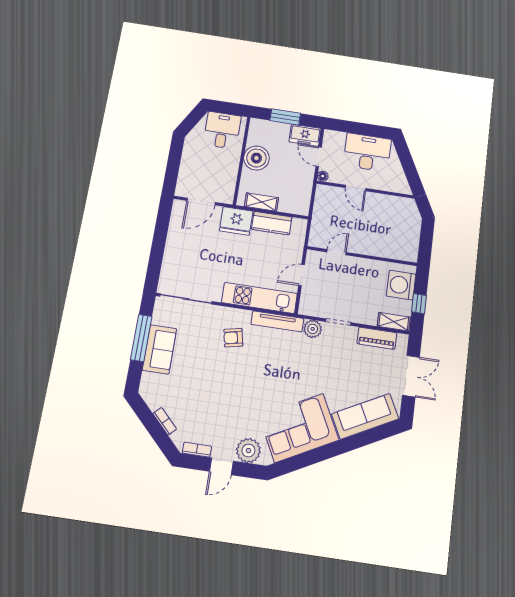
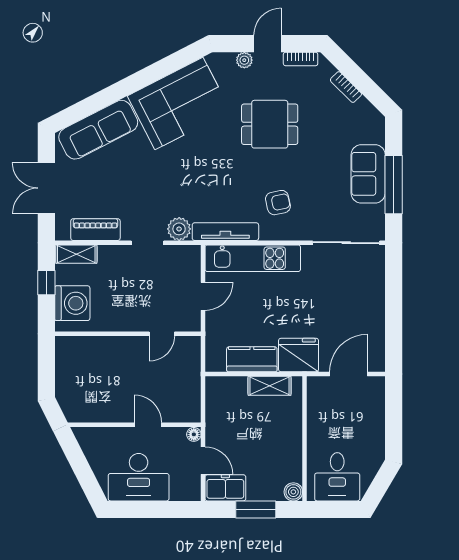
boiler: (256, 158) -> (293, 492), moved, width x0.54, depth x0.54
dining table: (230, 400) -> (270, 124), added
plant: (248, 451) -> (244, 60), width x0.53, depth x0.53

